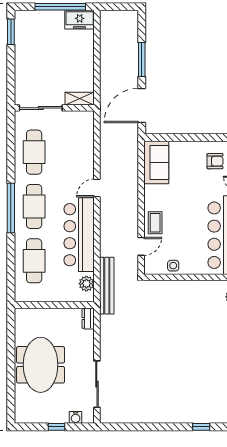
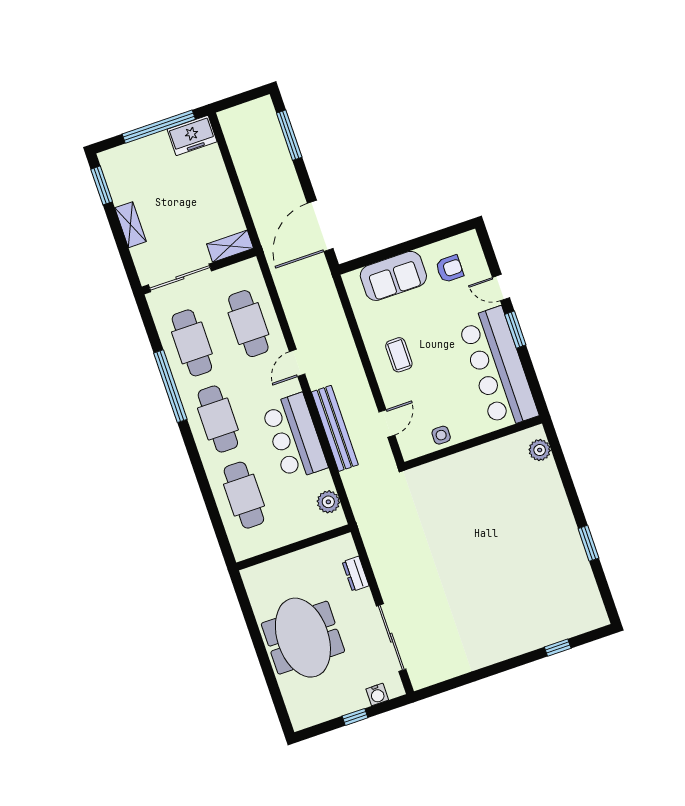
window: (142, 59) -> (289, 135), moved
shelving: (21, 63) -> (131, 225), added
cafe table: (74, 152) -> (248, 324), added
sofa: (156, 162) -> (393, 276), moved, turned 90
window: (11, 208) -> (170, 386), moved
coffee table: (155, 223) -> (399, 355), moved
bar counter: (79, 235) -> (295, 437), width x0.73
bench: (107, 286) -> (335, 428), moved
dresser: (88, 318) -> (356, 574), moved

